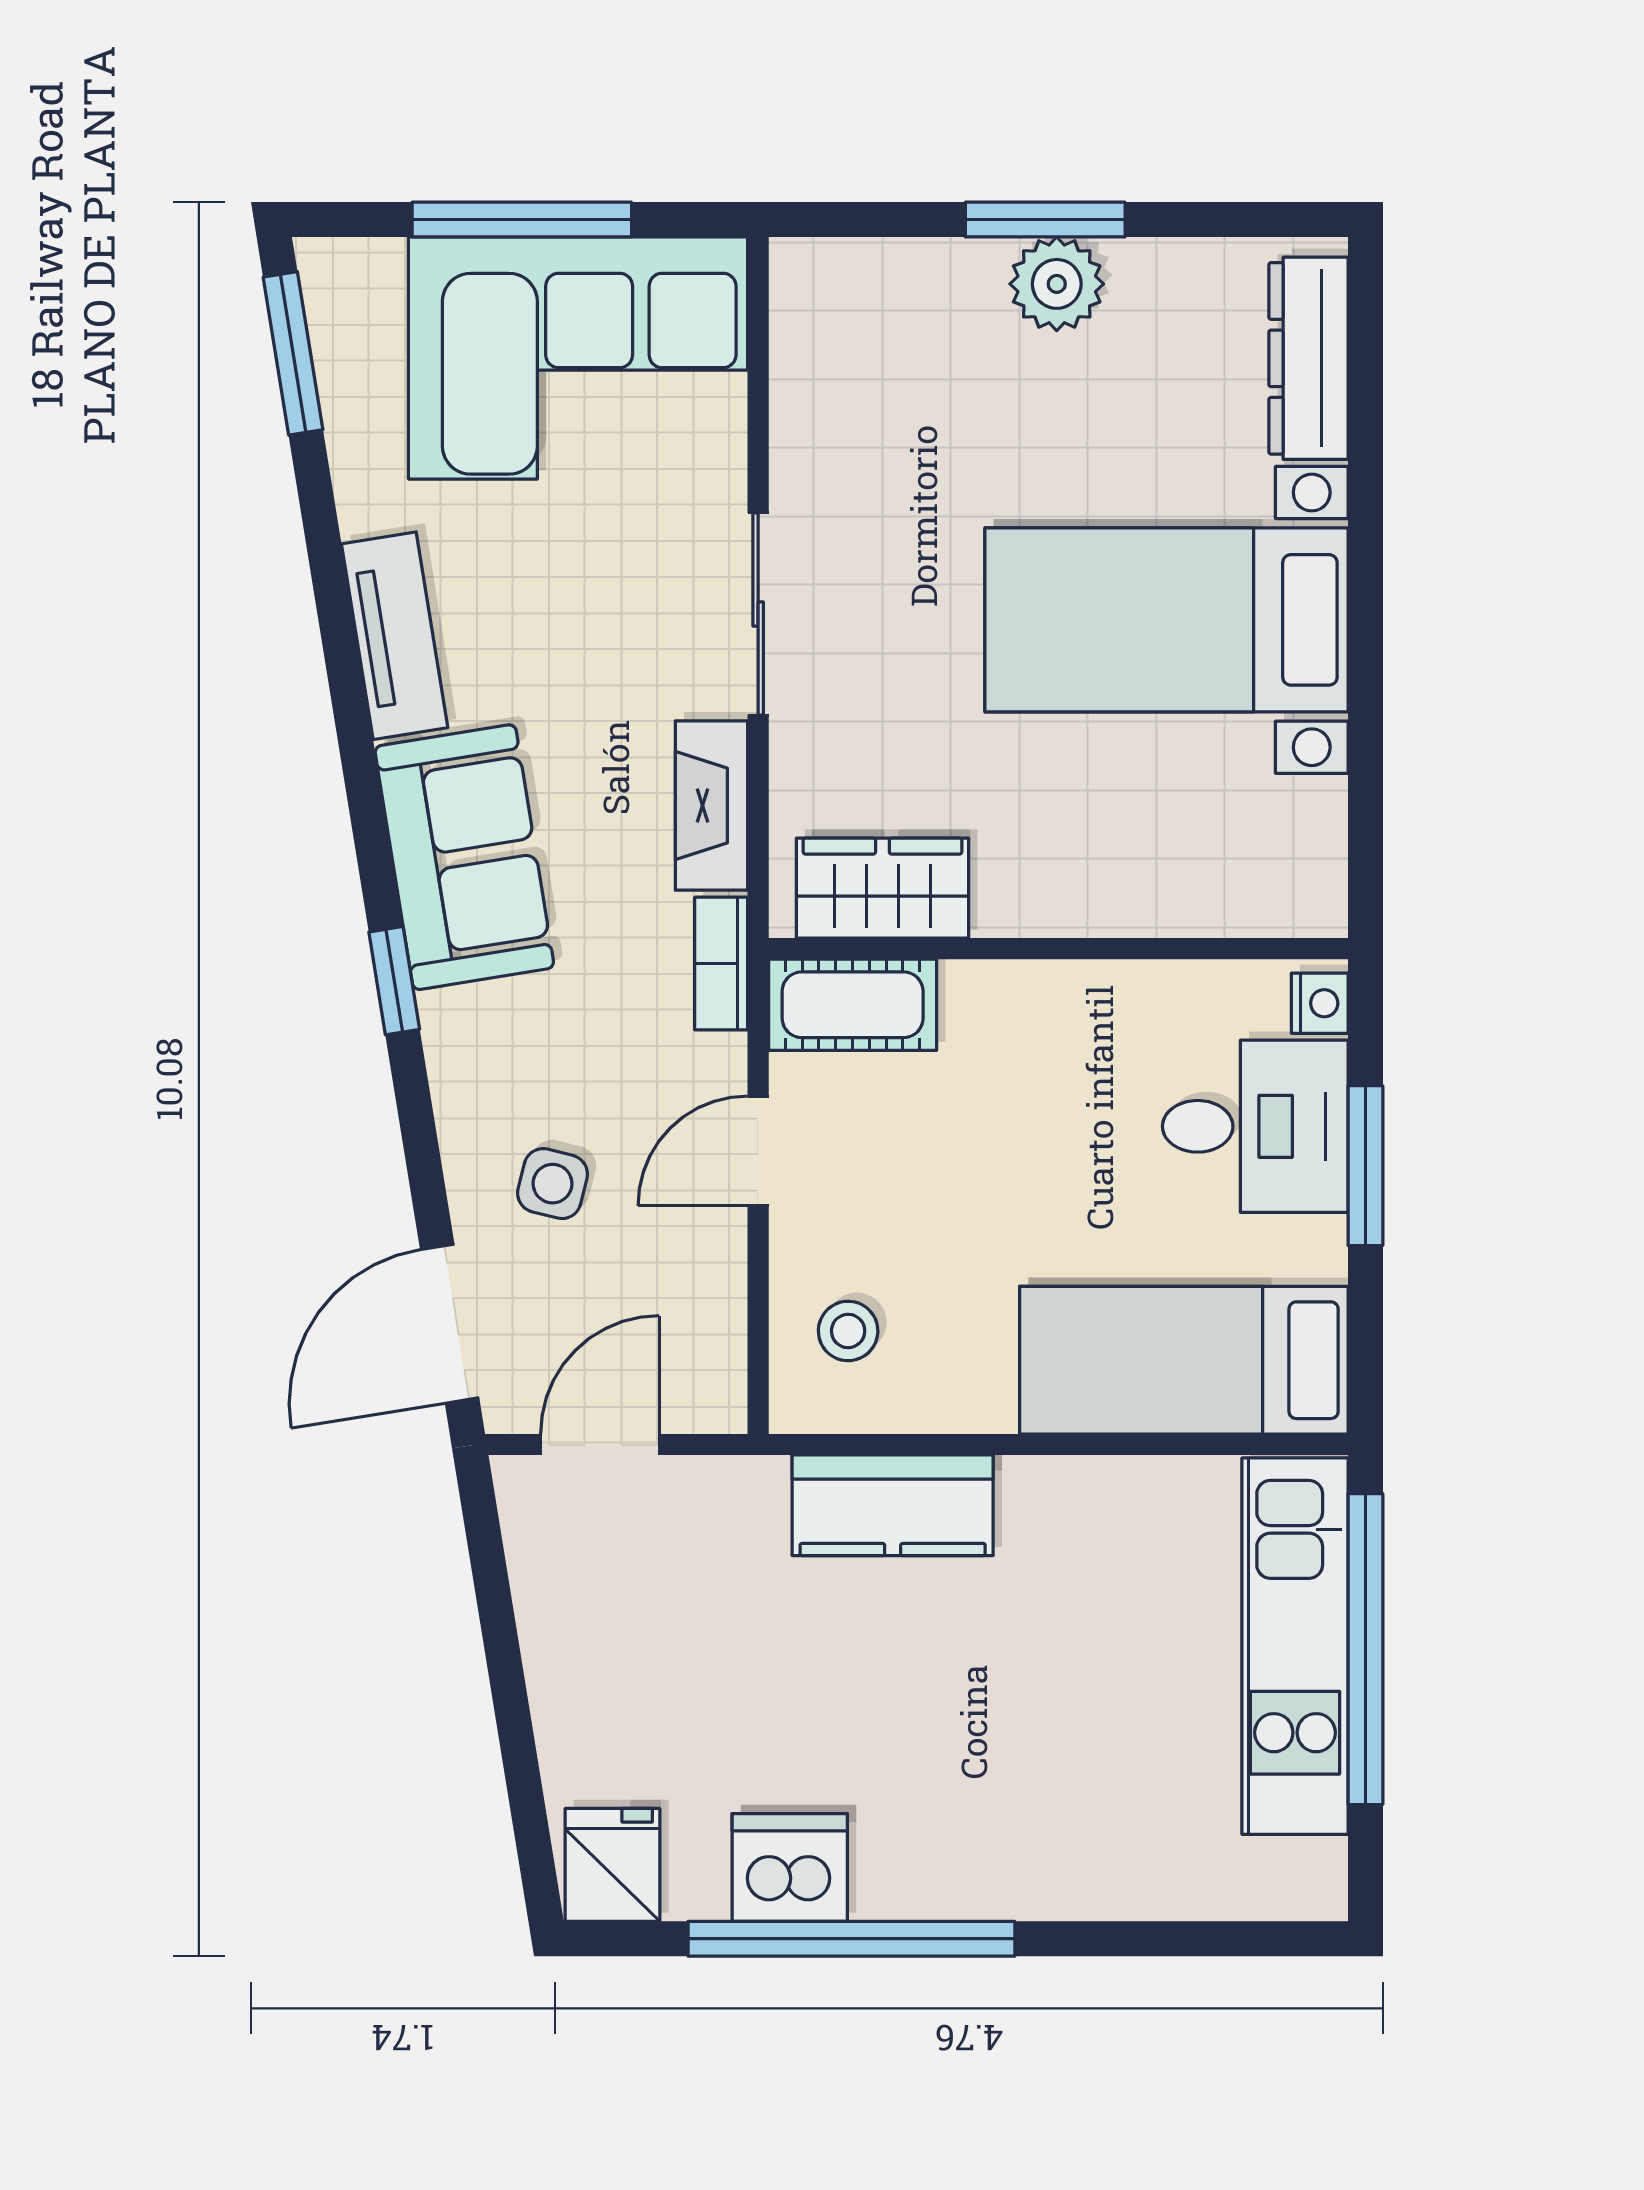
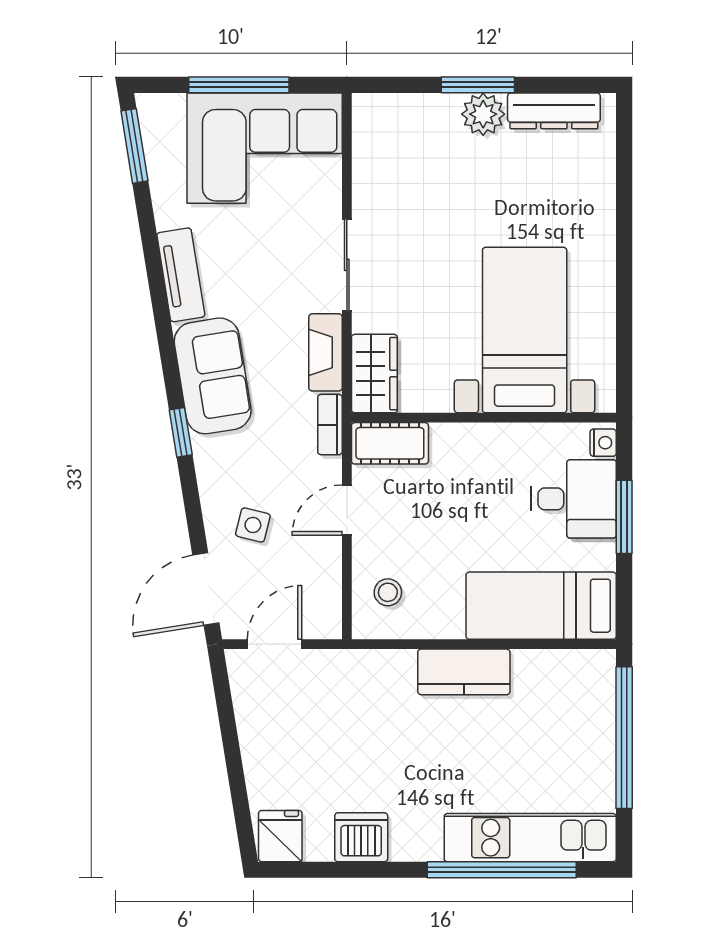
dresser: (1308, 358) -> (554, 111), moved, turned -90
bed with nightstands: (1166, 620) -> (525, 330), moved, turned 90
wardrobe: (882, 888) -> (374, 374), moved, turned 90
kitchen counter: (893, 1505) -> (464, 672), moved
kitchen unit: (1295, 1646) -> (530, 838), moved, turned 90
window: (851, 1939) -> (502, 870), moved

